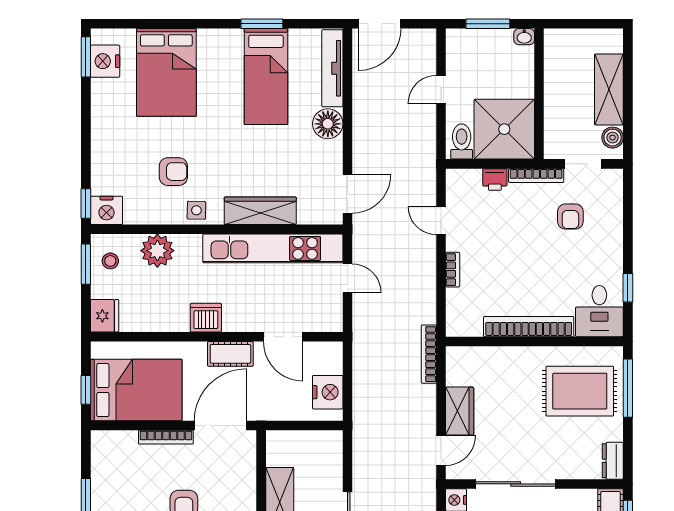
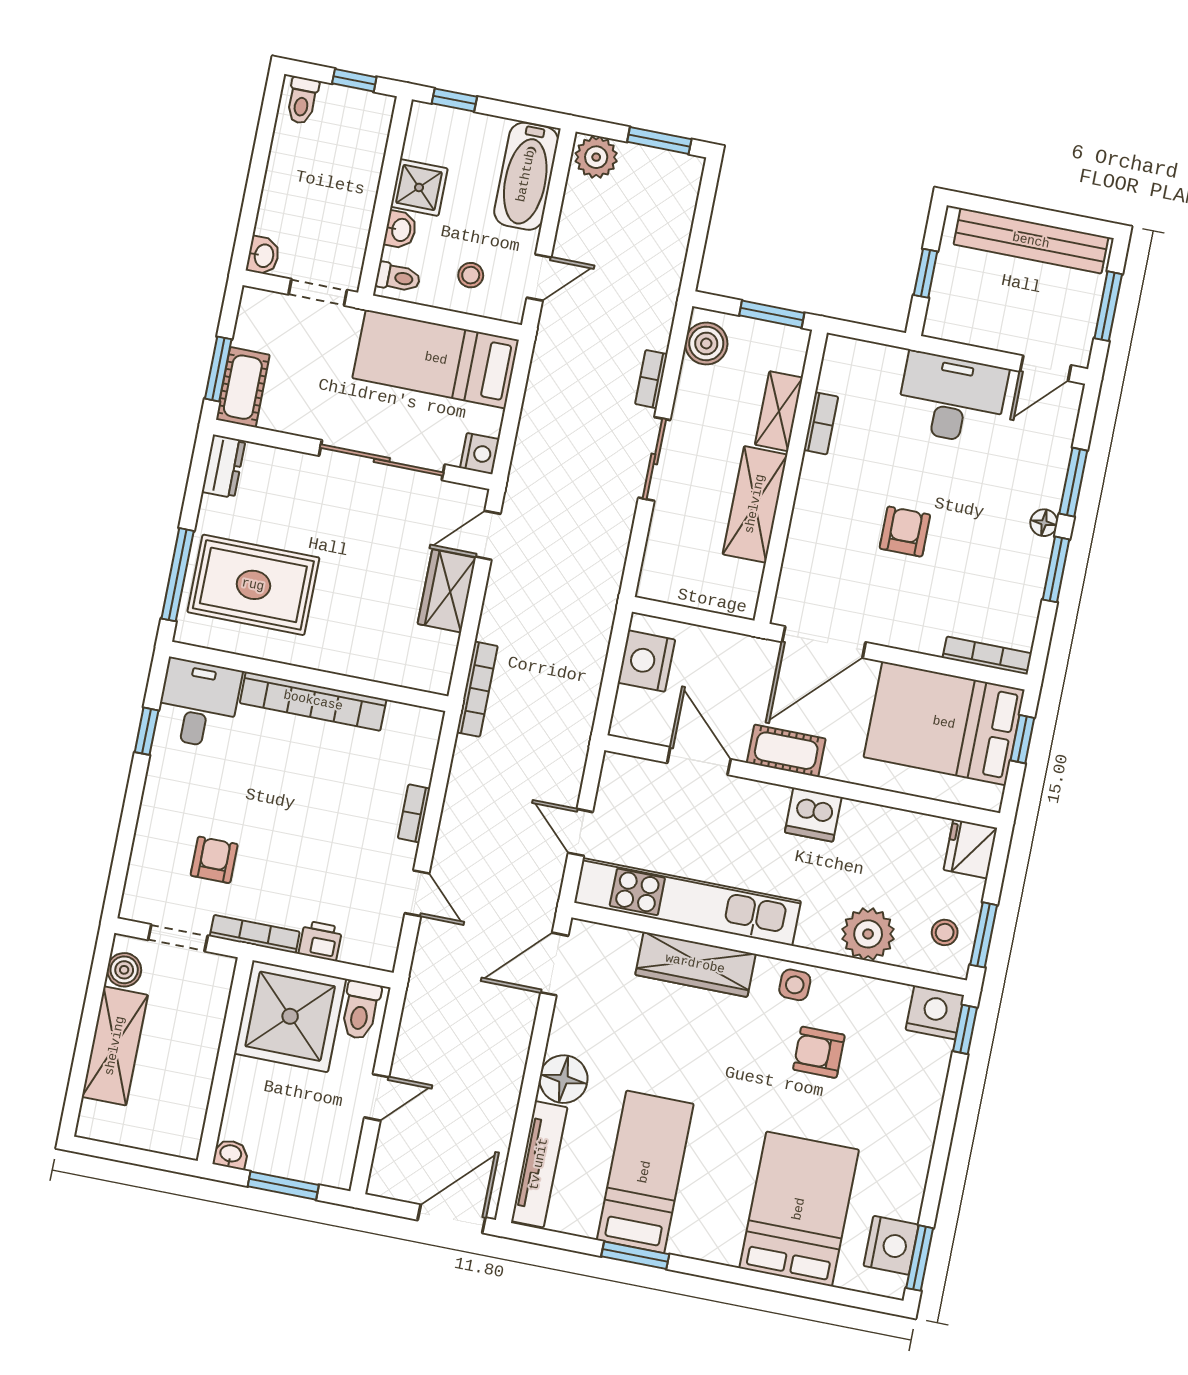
bookcase: (166, 437) -> (987, 656), moved

